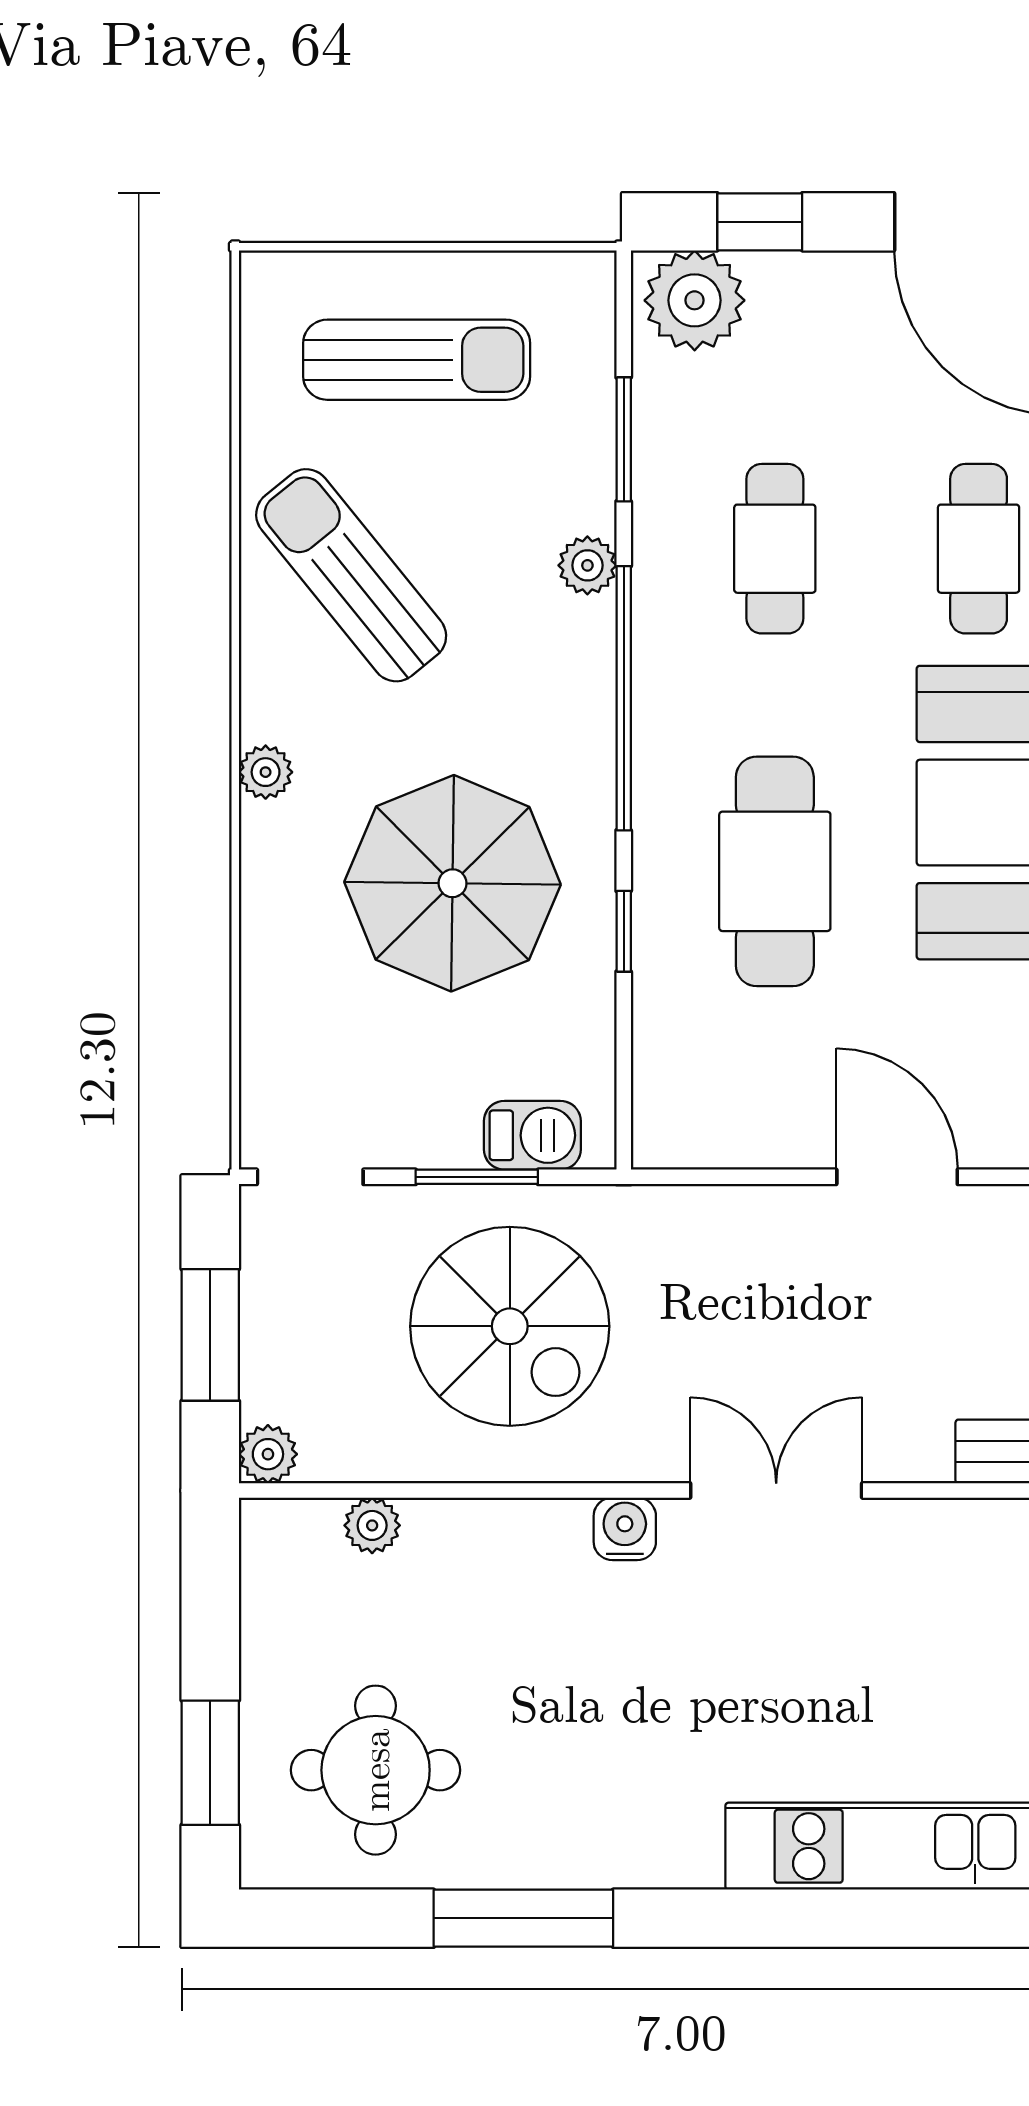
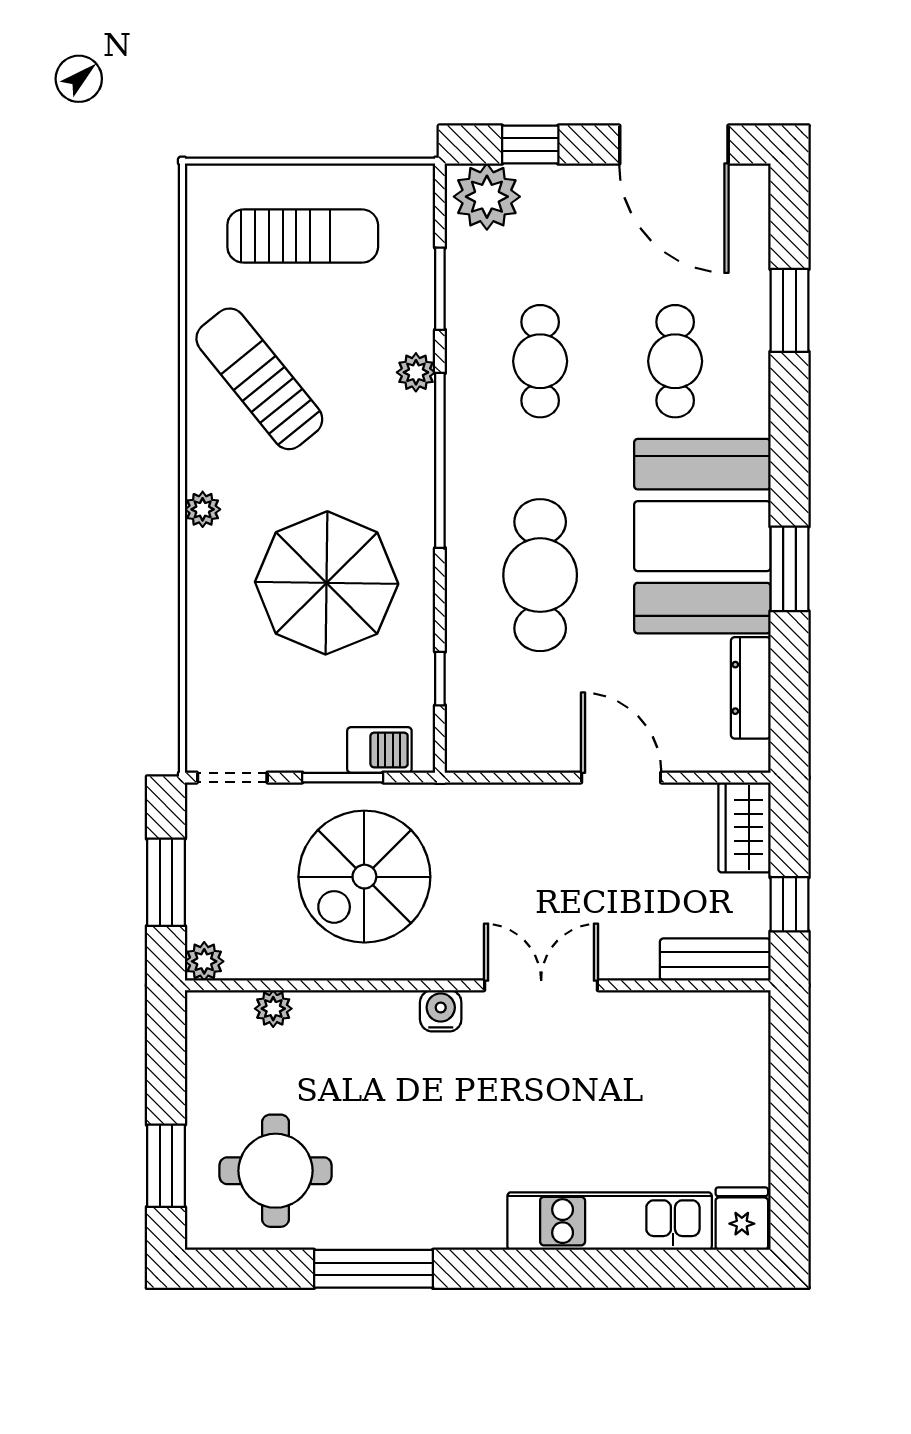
window: (624, 931) -> (440, 679), moved
spiral stairs: (510, 1326) -> (364, 877), turned 90

